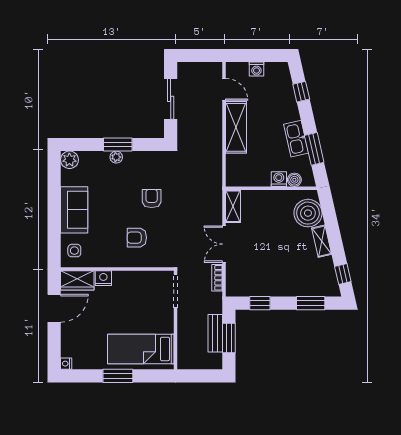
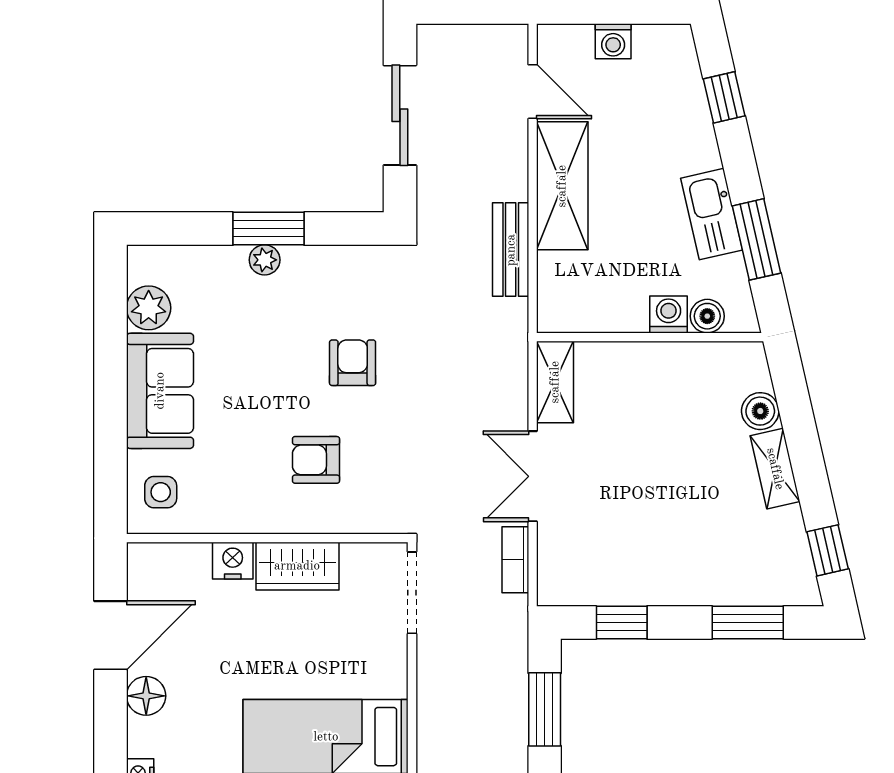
plant: (69, 160) -> (149, 308), moved
boiler: (308, 213) -> (760, 411), width x0.54, depth x0.54
wardrobe: (77, 280) -> (297, 566), moved
floor lamp: (69, 333) -> (146, 696), added
bench: (215, 333) -> (511, 250), moved

